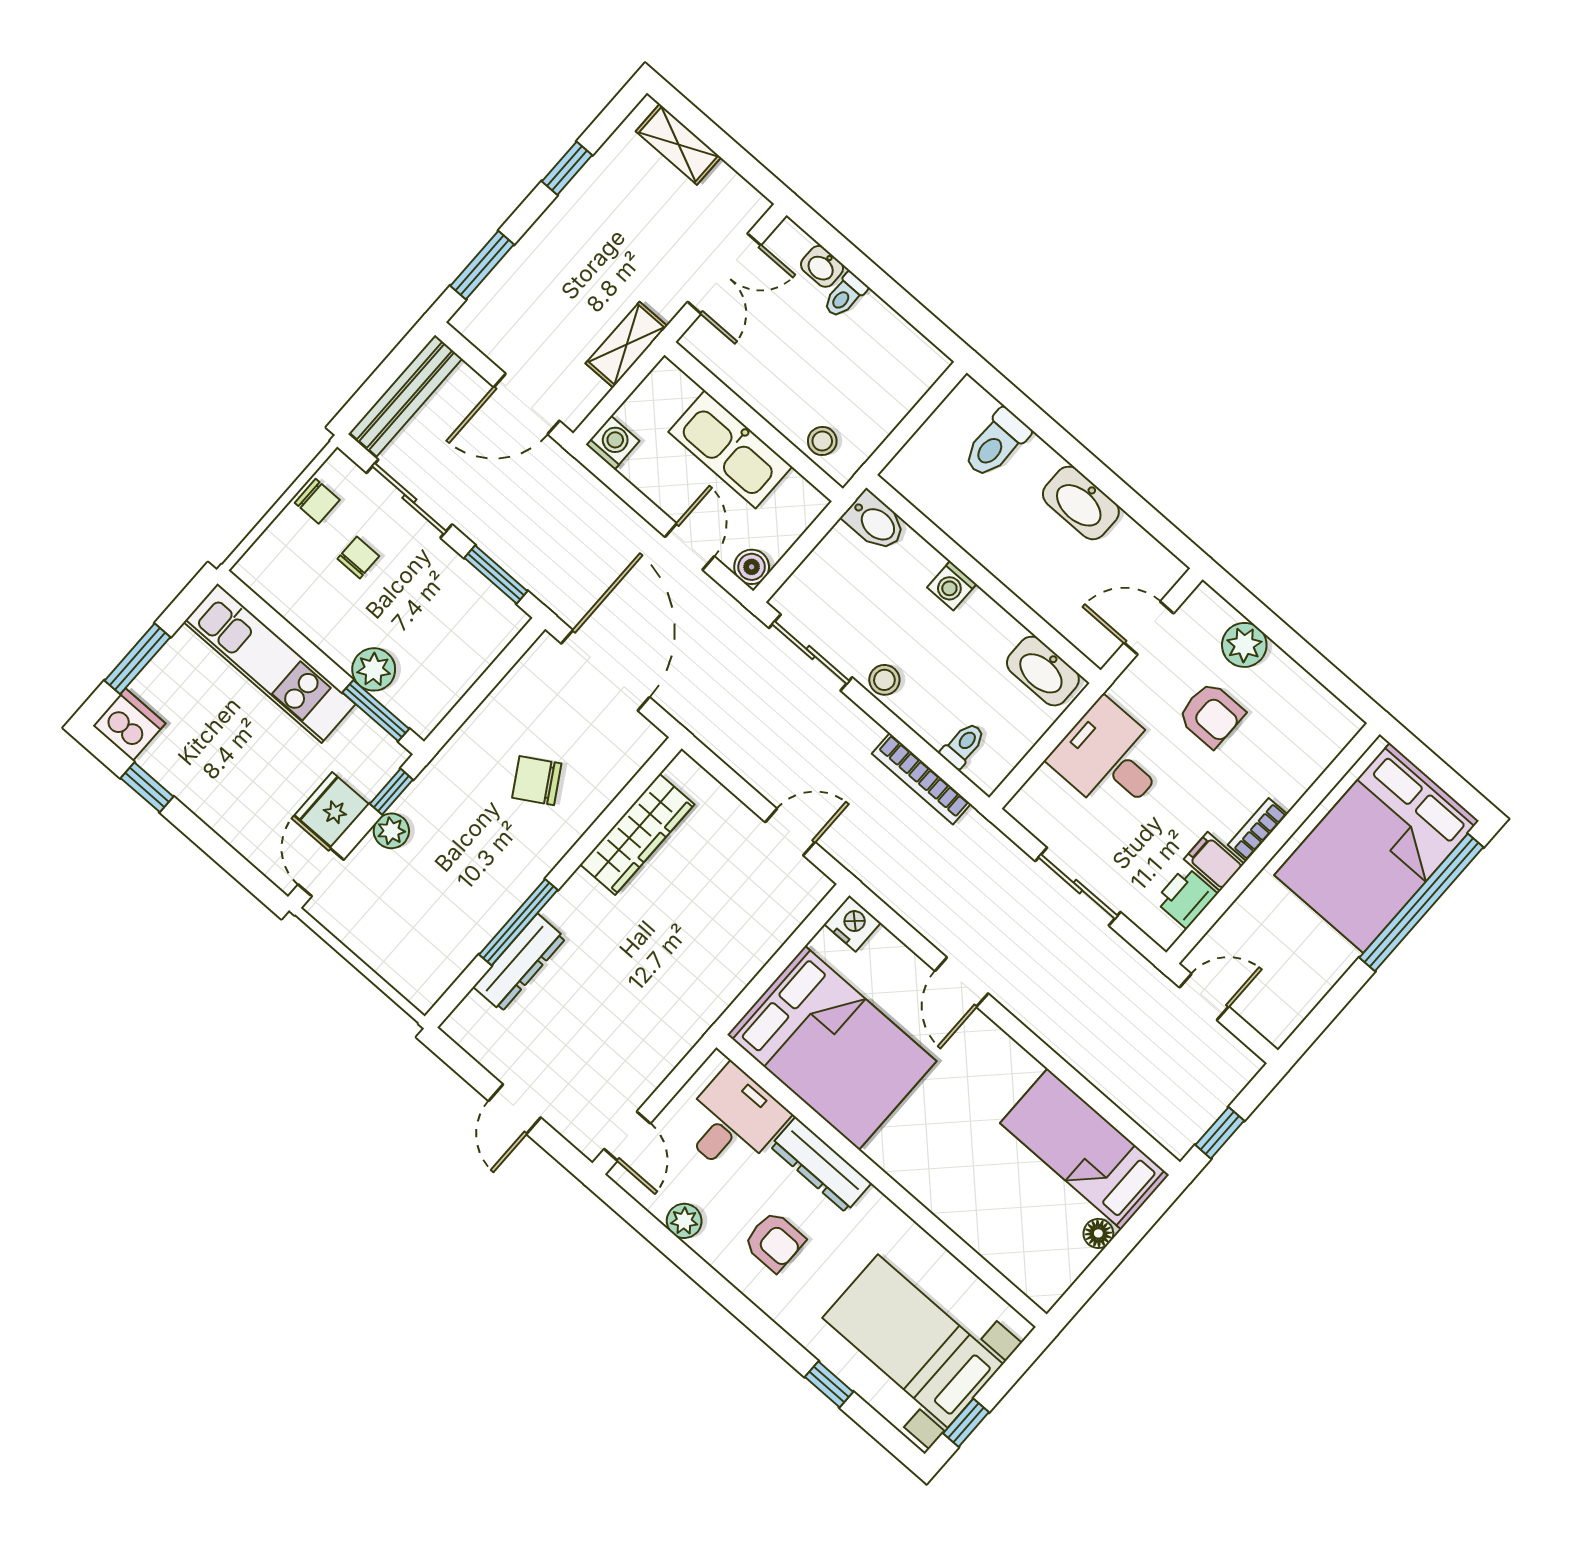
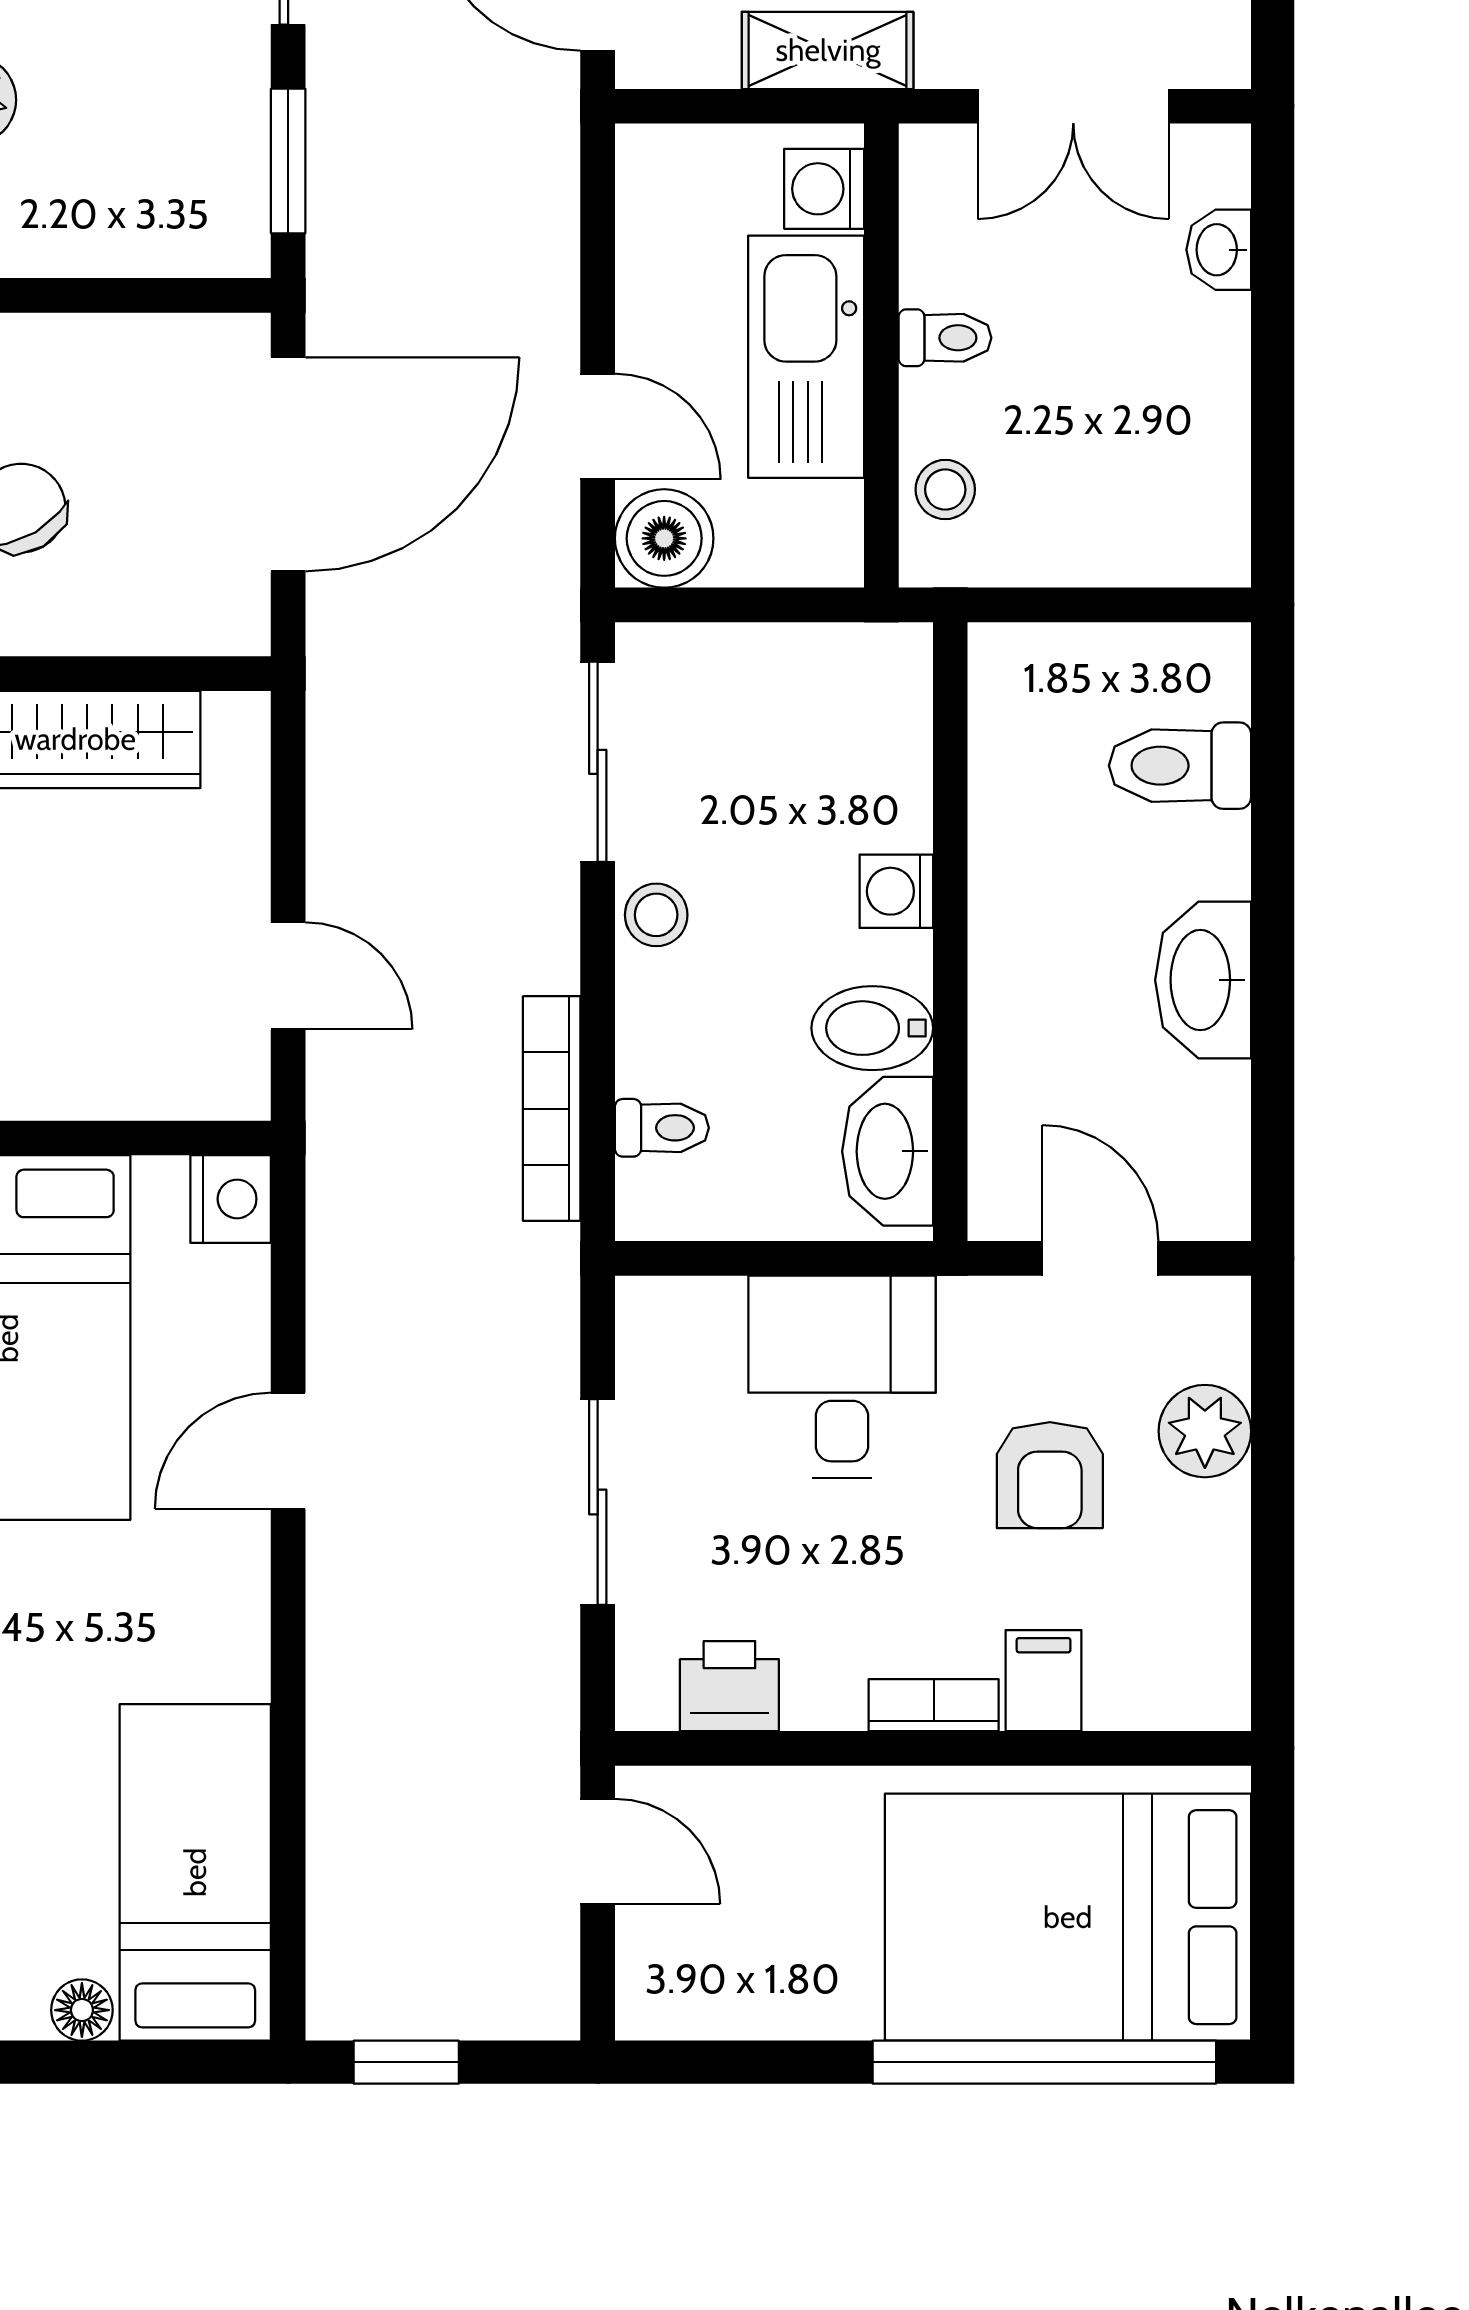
toilet: (845, 295) -> (945, 338), moved, turned 180
washing machine: (613, 443) -> (824, 189), moved, turned 180
bidet: (875, 522) -> (872, 1028), moved, turned 90
door: (690, 547) -> (598, 427), hinge flipped
boiler: (752, 567) -> (664, 538), width x1.36, depth x1.36
filing cabinet: (1214, 861) -> (1044, 1681), moved

